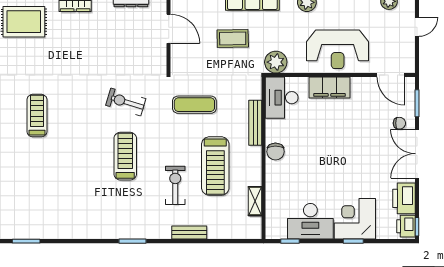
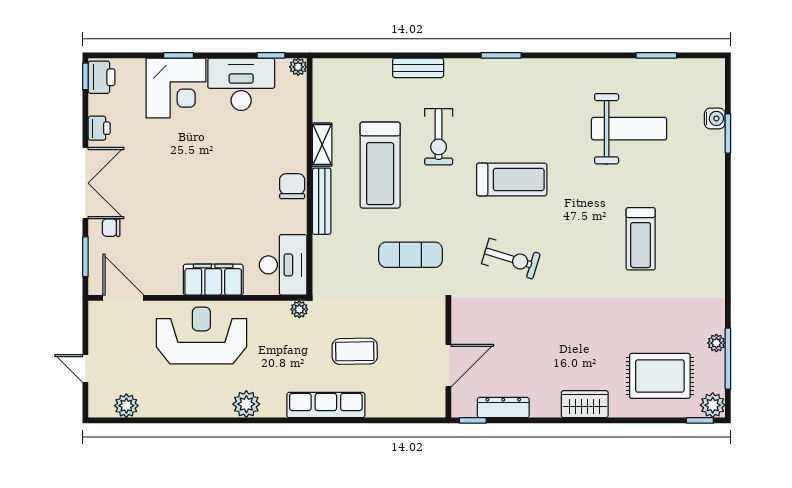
door: (417, 27) -> (85, 369), hinge flipped
door: (169, 29) -> (448, 366), swing flipped
plant: (276, 62) -> (299, 309), width x0.53, depth x0.53
bench: (255, 123) -> (322, 201), moved
treadmill: (125, 156) -> (512, 179), turned -90
treadmill: (215, 166) -> (380, 165), turned 180
weight bench: (45, 191) -> (629, 129), added
printer: (404, 198) -> (99, 128), width x0.53, depth x0.68
shelving: (255, 201) -> (322, 145), moved
plant: (271, 233) -> (298, 67), added

